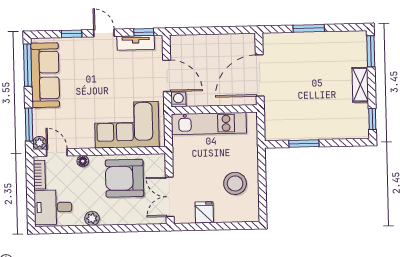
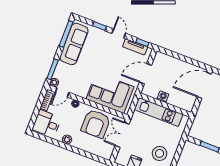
door: (260, 75) -> (204, 85), moved
door: (167, 76) -> (145, 74), swing flipped
washing machine: (178, 99) -> (163, 97), moved
door: (57, 153) -> (62, 92), swing flipped
armchair: (124, 178) -> (96, 124), turned -90
double door: (170, 197) -> (122, 135), moved

